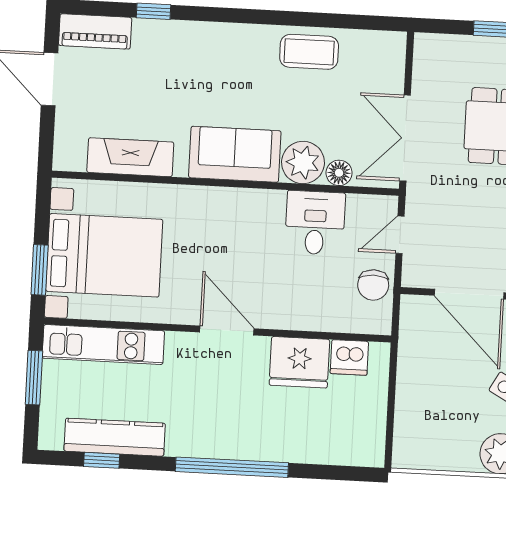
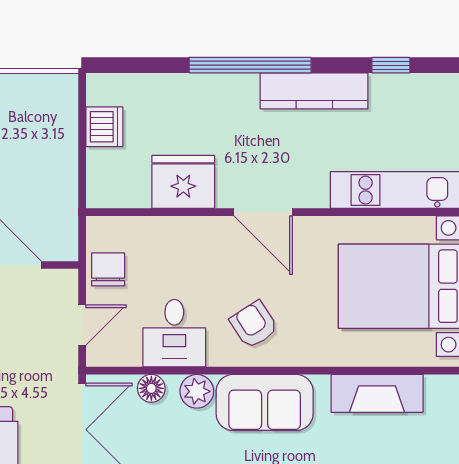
plant: (303, 163) -> (197, 391), width x0.73, depth x0.73
armchair: (241, 227) -> (254, 325), added
dishwasher: (349, 357) -> (104, 127), moved, turned 90
kitchen counter: (115, 437) -> (314, 91), moved

